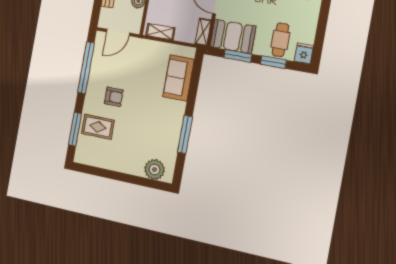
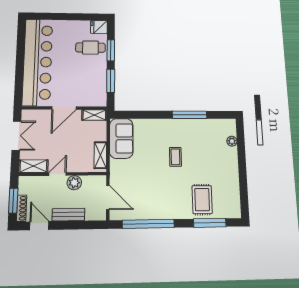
booth: (233, 36) -> (94, 88), removed
sofa: (179, 78) -> (121, 138), moved, turned -90
armchair: (114, 97) -> (170, 189), removed
coffee table: (144, 109) -> (175, 157), added
plant: (155, 169) -> (232, 141), width x0.53, depth x0.53

